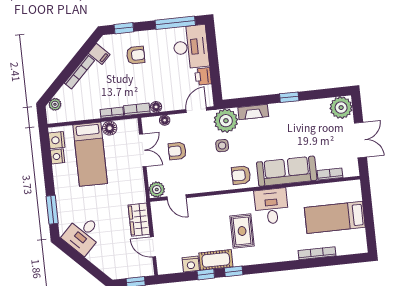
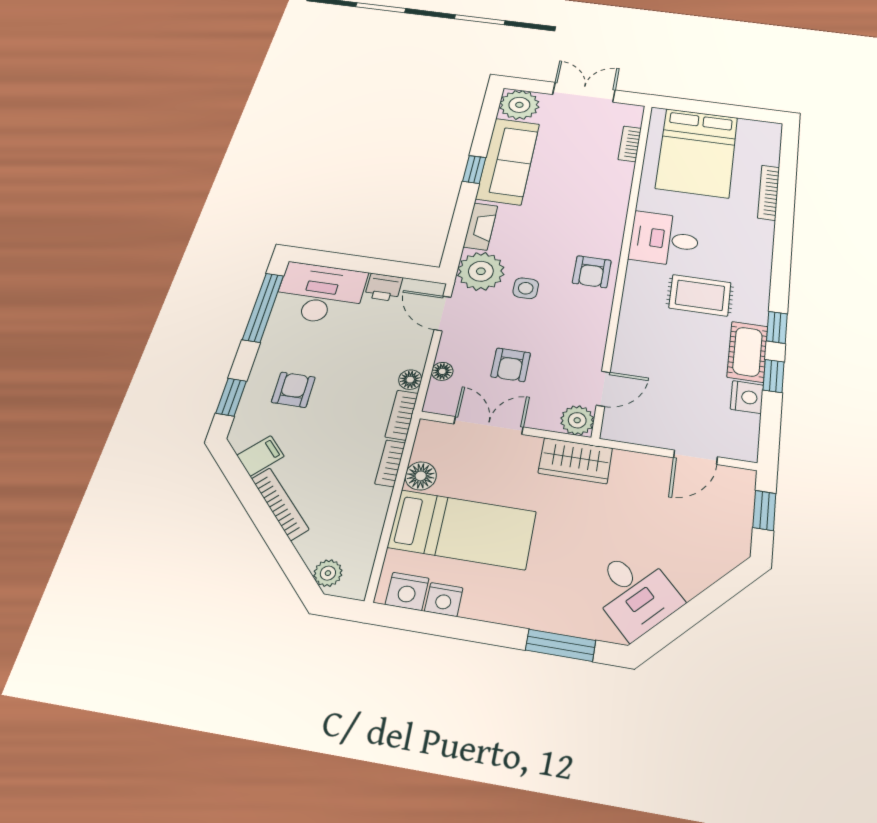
sofa: (287, 171) -> (508, 161), moved, turned 180
bed: (335, 217) -> (697, 152), width x1.50
wardrobe: (139, 220) -> (575, 461), moved

